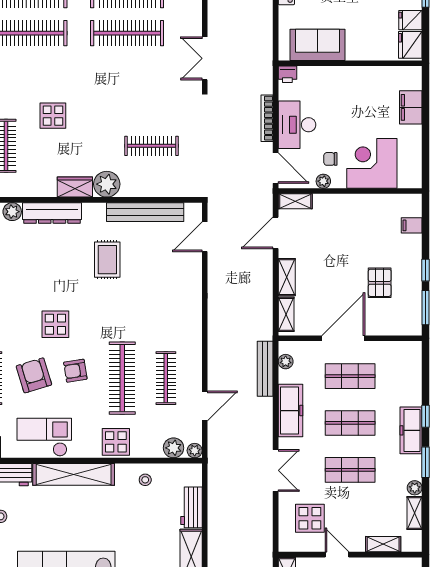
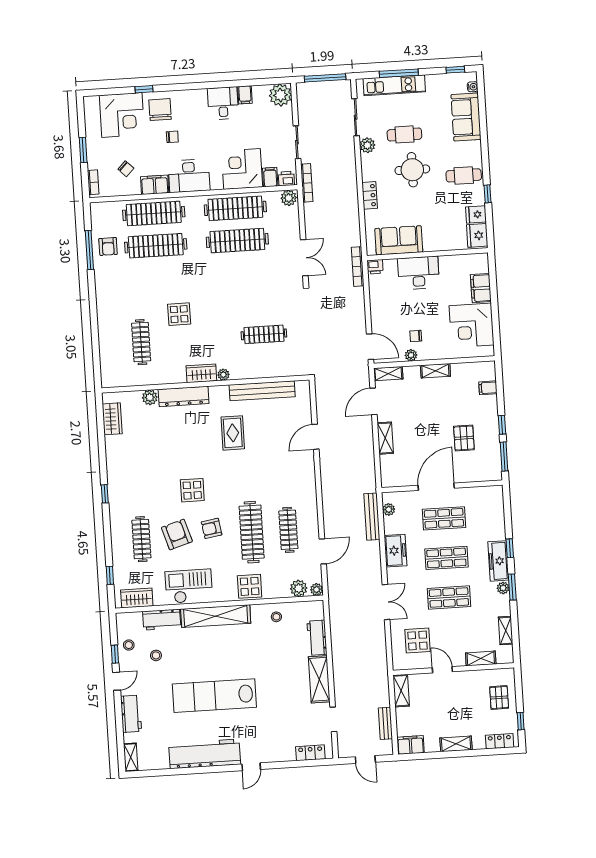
double door: (205, 58) -> (304, 258), swing flipped
bookcase: (267, 118) -> (358, 267), moved
desk: (297, 125) -> (418, 273), moved, turned 90
corner desk: (372, 163) -> (472, 325), moved, turned -90
plant: (107, 184) -> (223, 375), width x0.53, depth x0.53
door: (205, 237) -> (316, 437), moved
shelving: (286, 314) -> (435, 371), moved, turned 90
freezer: (291, 411) -> (395, 551), width x0.71
plant: (415, 488) -> (503, 588), moved

